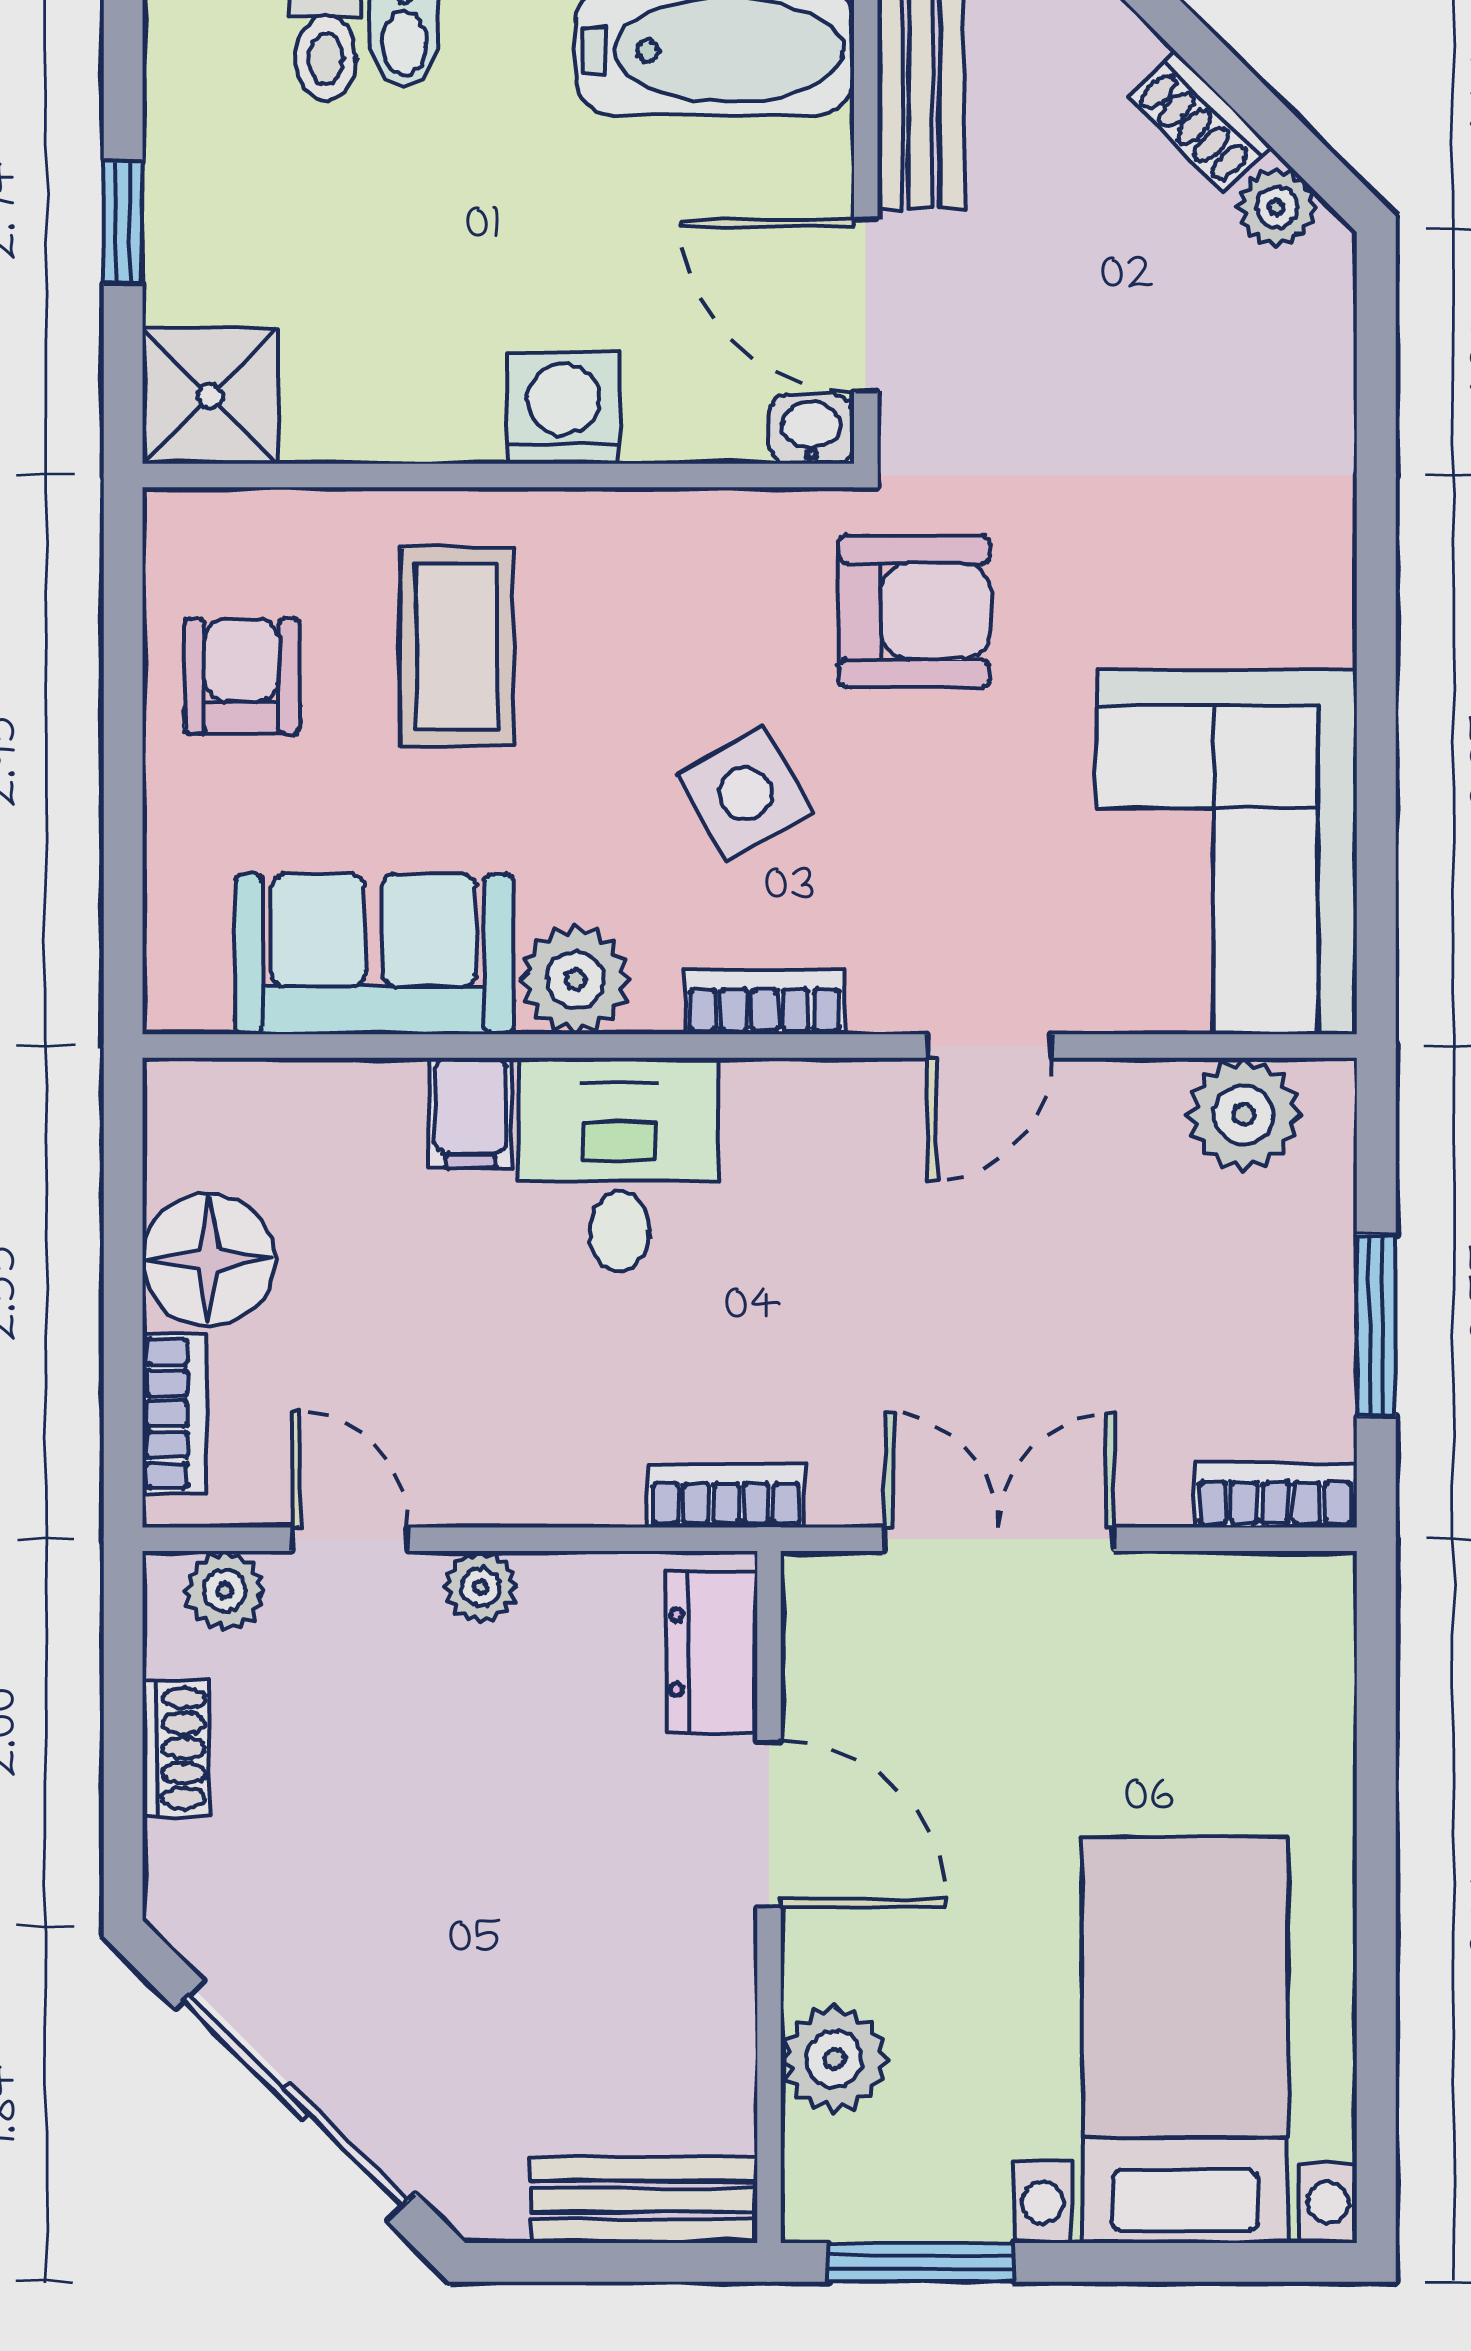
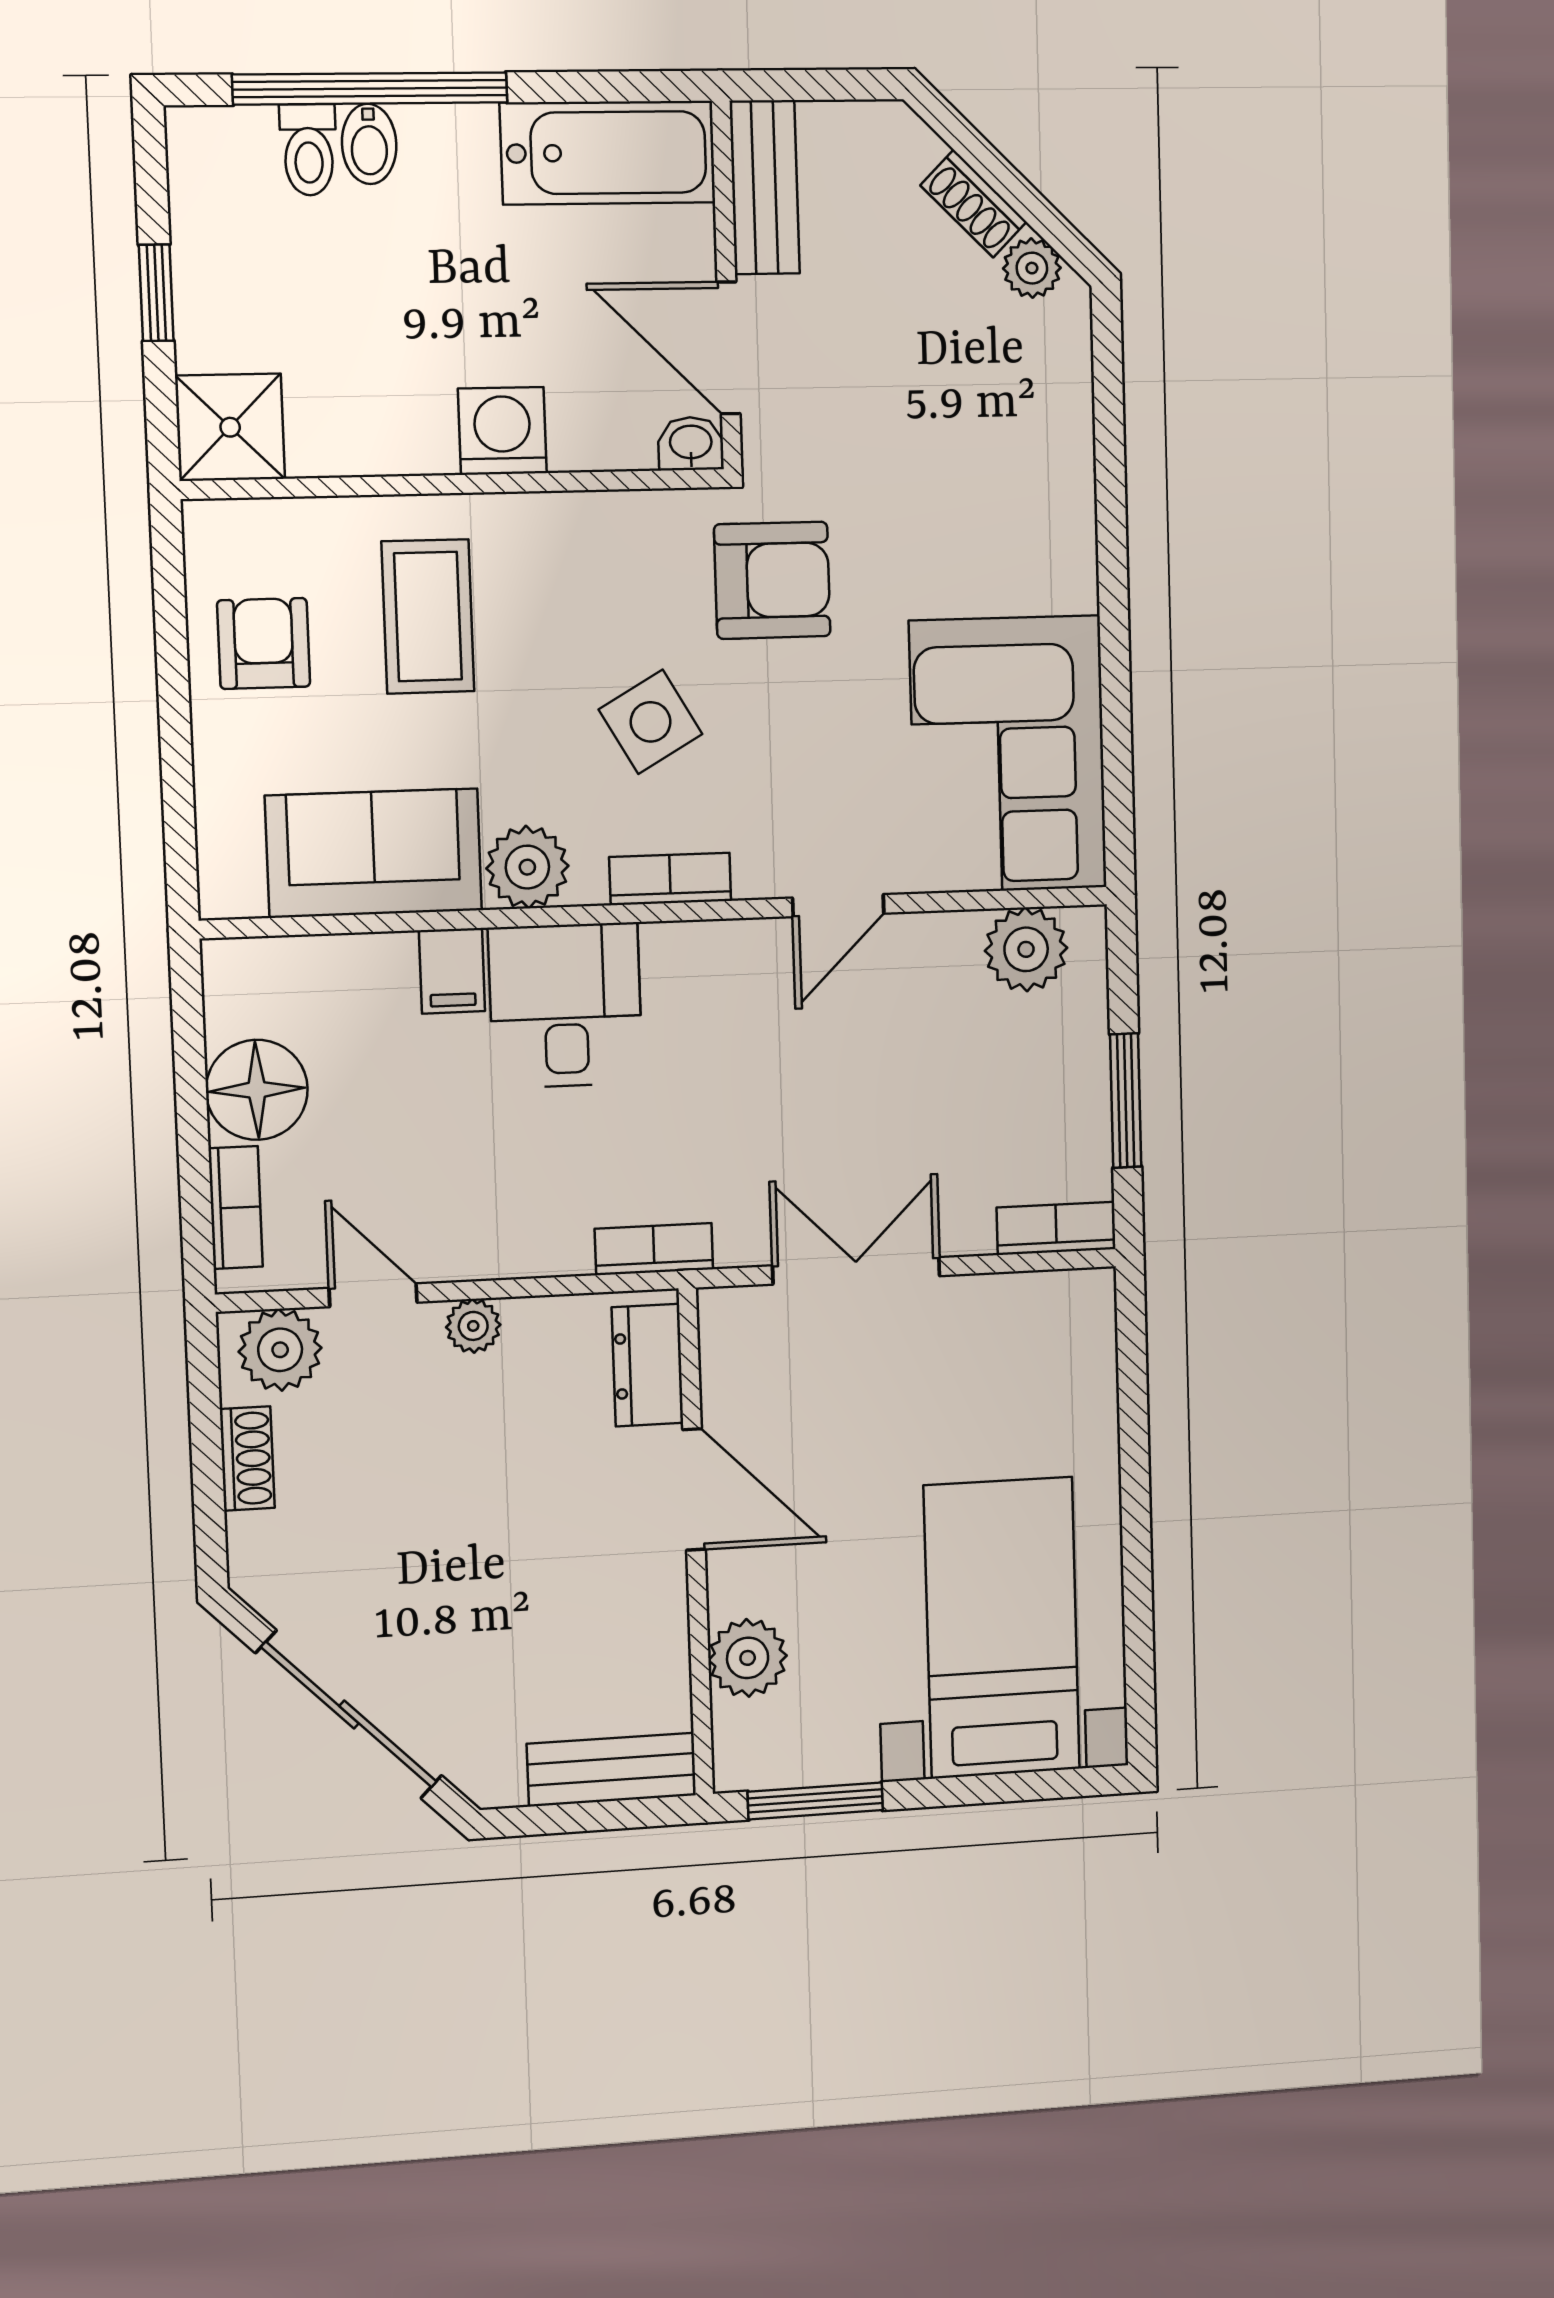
plant: (225, 1591) -> (280, 1350), width x1.38, depth x1.38

